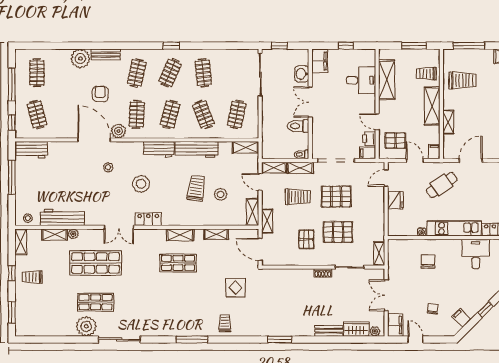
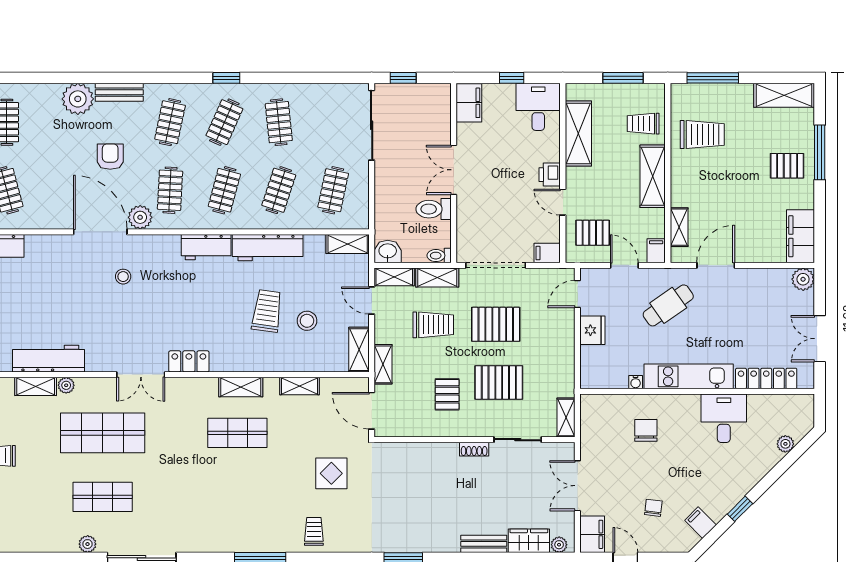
washbasin: (302, 74) -> (388, 251), moved, turned 90
desk: (361, 80) -> (538, 107), moved, turned -90
clothes rail: (203, 114) -> (279, 190), turned 39
shelving: (448, 122) -> (679, 227), moved
printer: (369, 139) -> (550, 175), moved
stool: (141, 184) -> (177, 303), removed
plant: (86, 326) -> (88, 544), width x0.53, depth x0.53

